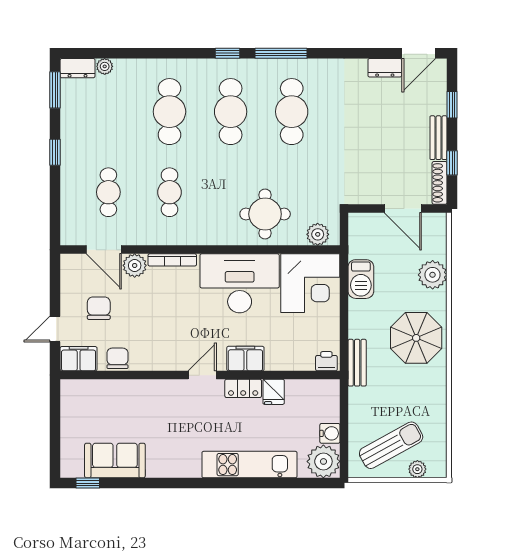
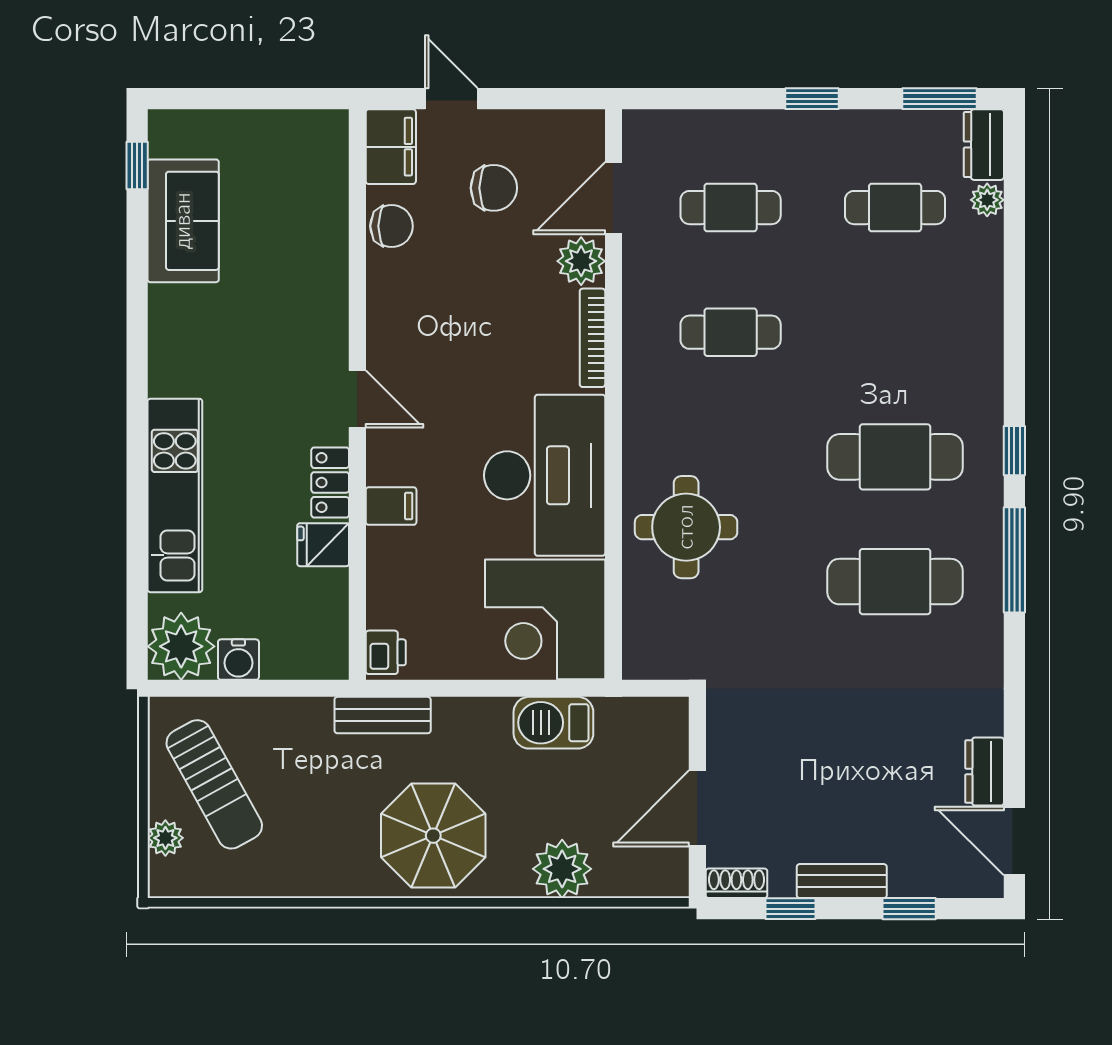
cafe table: (169, 112) -> (895, 208), moved, width x0.73, depth x0.74
shoe rack: (440, 183) -> (736, 883), width x0.70
plant: (318, 234) -> (645, 635), removed
filing cabinet: (245, 359) -> (391, 506), width x0.50

